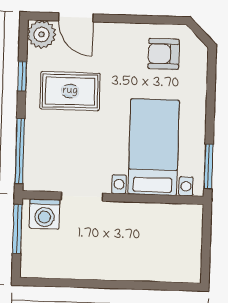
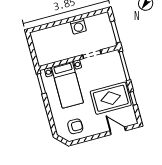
plant: (42, 34) -> (130, 119), removed
rug: (70, 91) -> (111, 98), width x1.36, depth x1.43
washing machine: (45, 214) -> (78, 26), moved, turned 180

